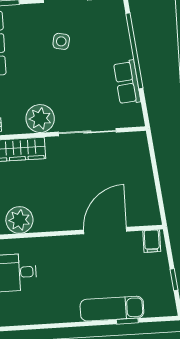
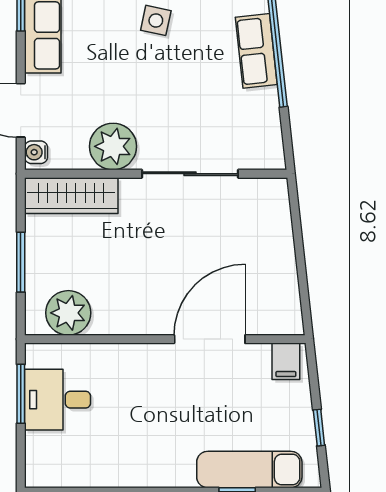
row of seats: (127, 82) -> (256, 51), moved
exam couch: (112, 309) -> (249, 470), moved

